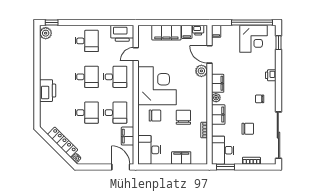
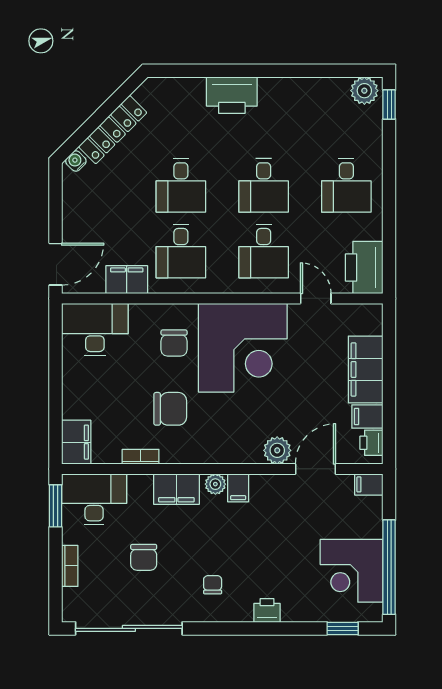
filing cabinet: (218, 83) -> (238, 488), width x0.50
filing cabinet: (181, 158) -> (76, 442), moved

